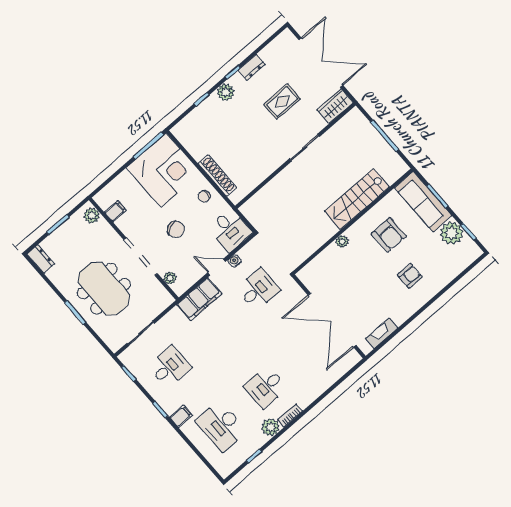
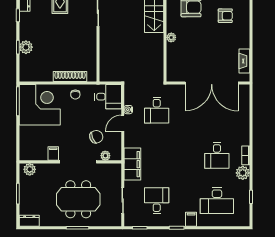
plant: (226, 92) -> (26, 47), moved
filing cabinet: (115, 211) -> (53, 154), moved
chair: (176, 229) -> (96, 137), moved
armchair: (410, 276) -> (225, 16), turned 90
desk: (258, 289) -> (157, 110), turned 180
filing cabinet: (199, 299) -> (132, 164), moved

